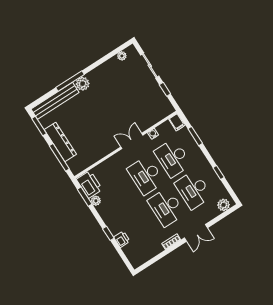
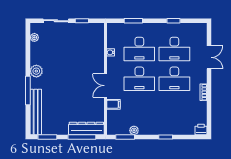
plant: (83, 84) -> (36, 71), moved
filing cabinet: (177, 122) -> (113, 104), moved
double door: (132, 141) -> (105, 86), moved
dresser: (60, 142) -> (86, 128), moved
printer: (89, 184) -> (118, 127), removed
plant: (223, 205) -> (201, 33), removed
double door: (196, 233) -> (209, 57), moved
printer: (122, 239) -> (201, 129), moved

